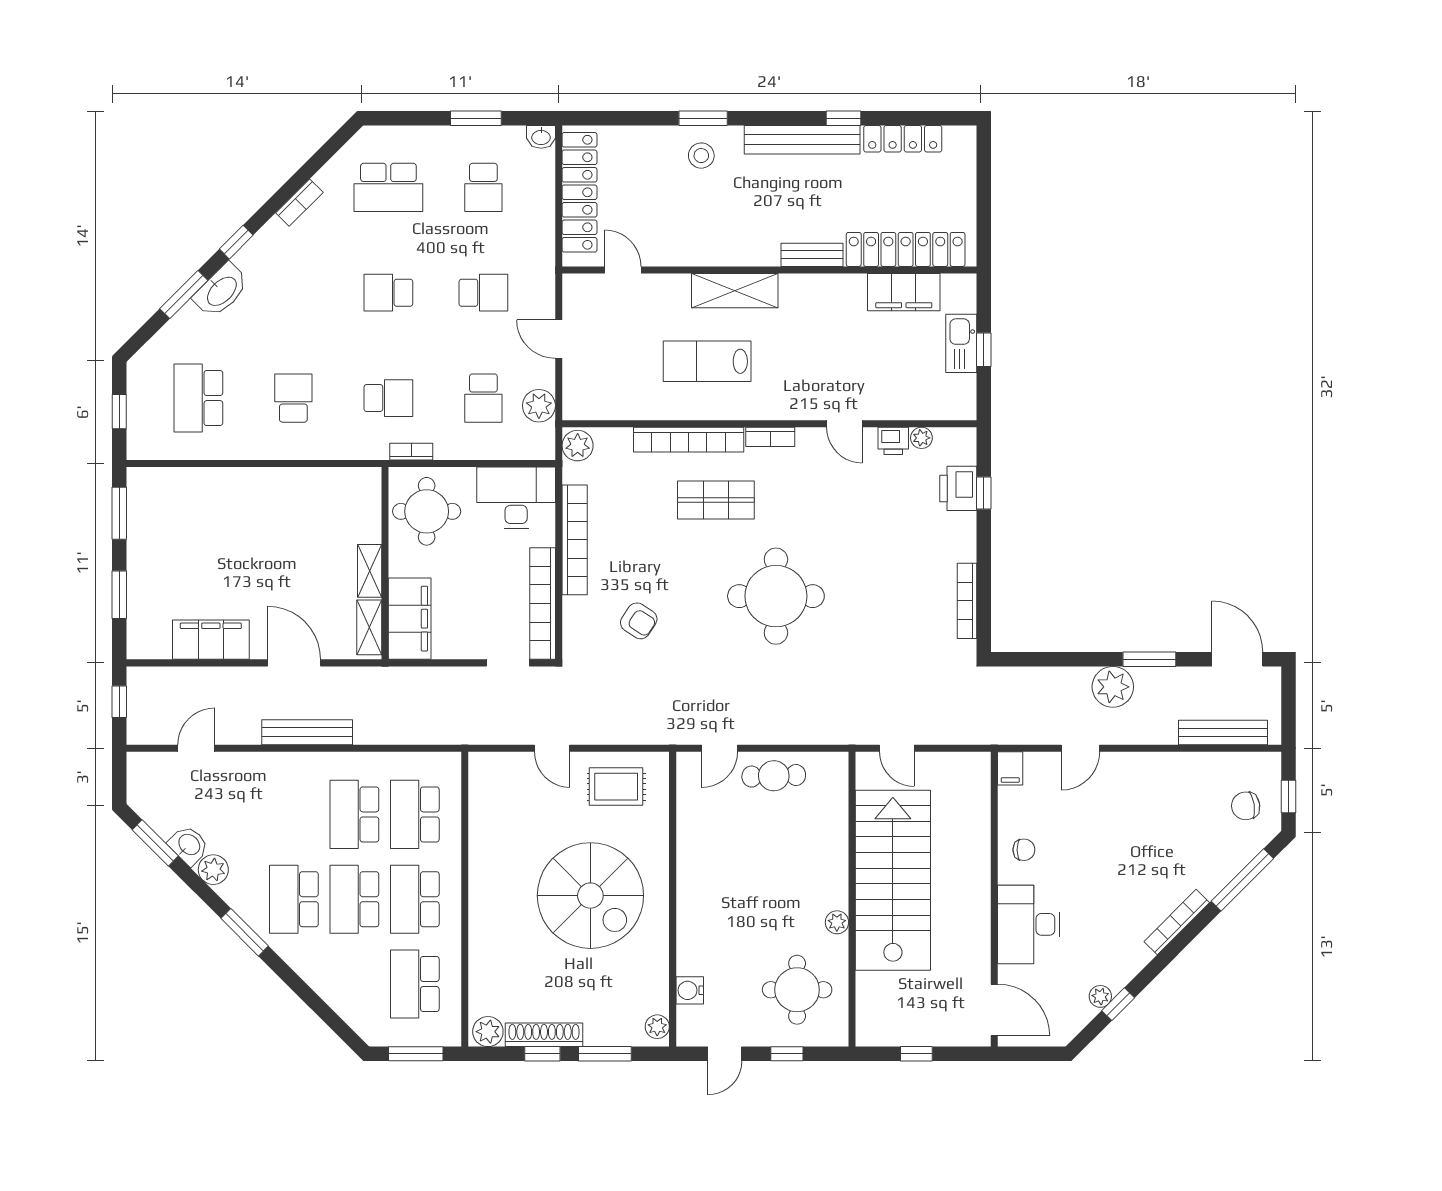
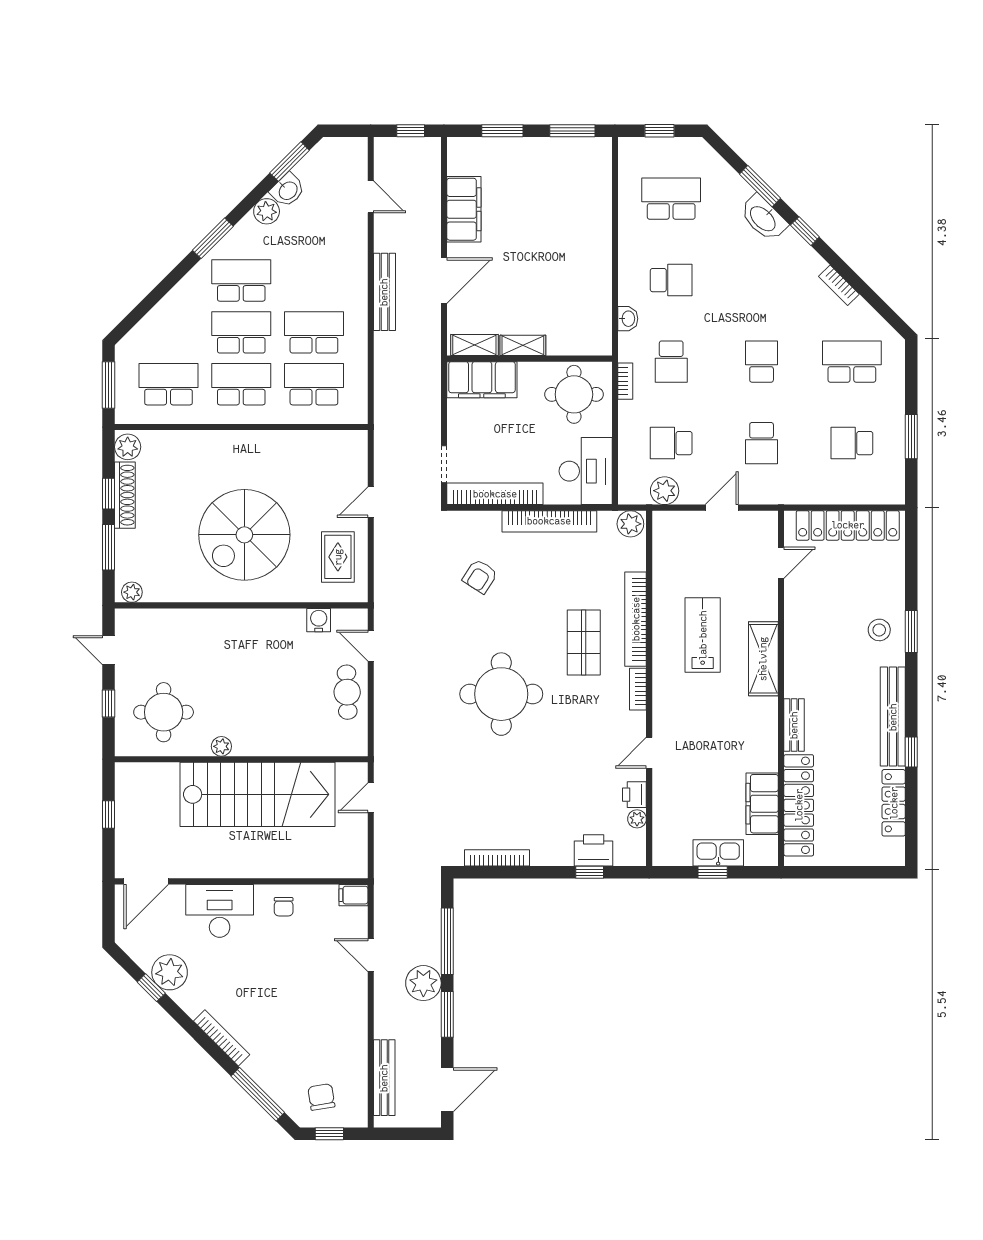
washbasin: (541, 137) -> (628, 319), moved, turned 180
school desk: (388, 187) -> (852, 362), turned 90
window: (1064, 659) -> (447, 941), added
water cooler: (690, 990) -> (319, 620), moved
plant: (1100, 996) -> (170, 972), width x1.87, depth x1.87

